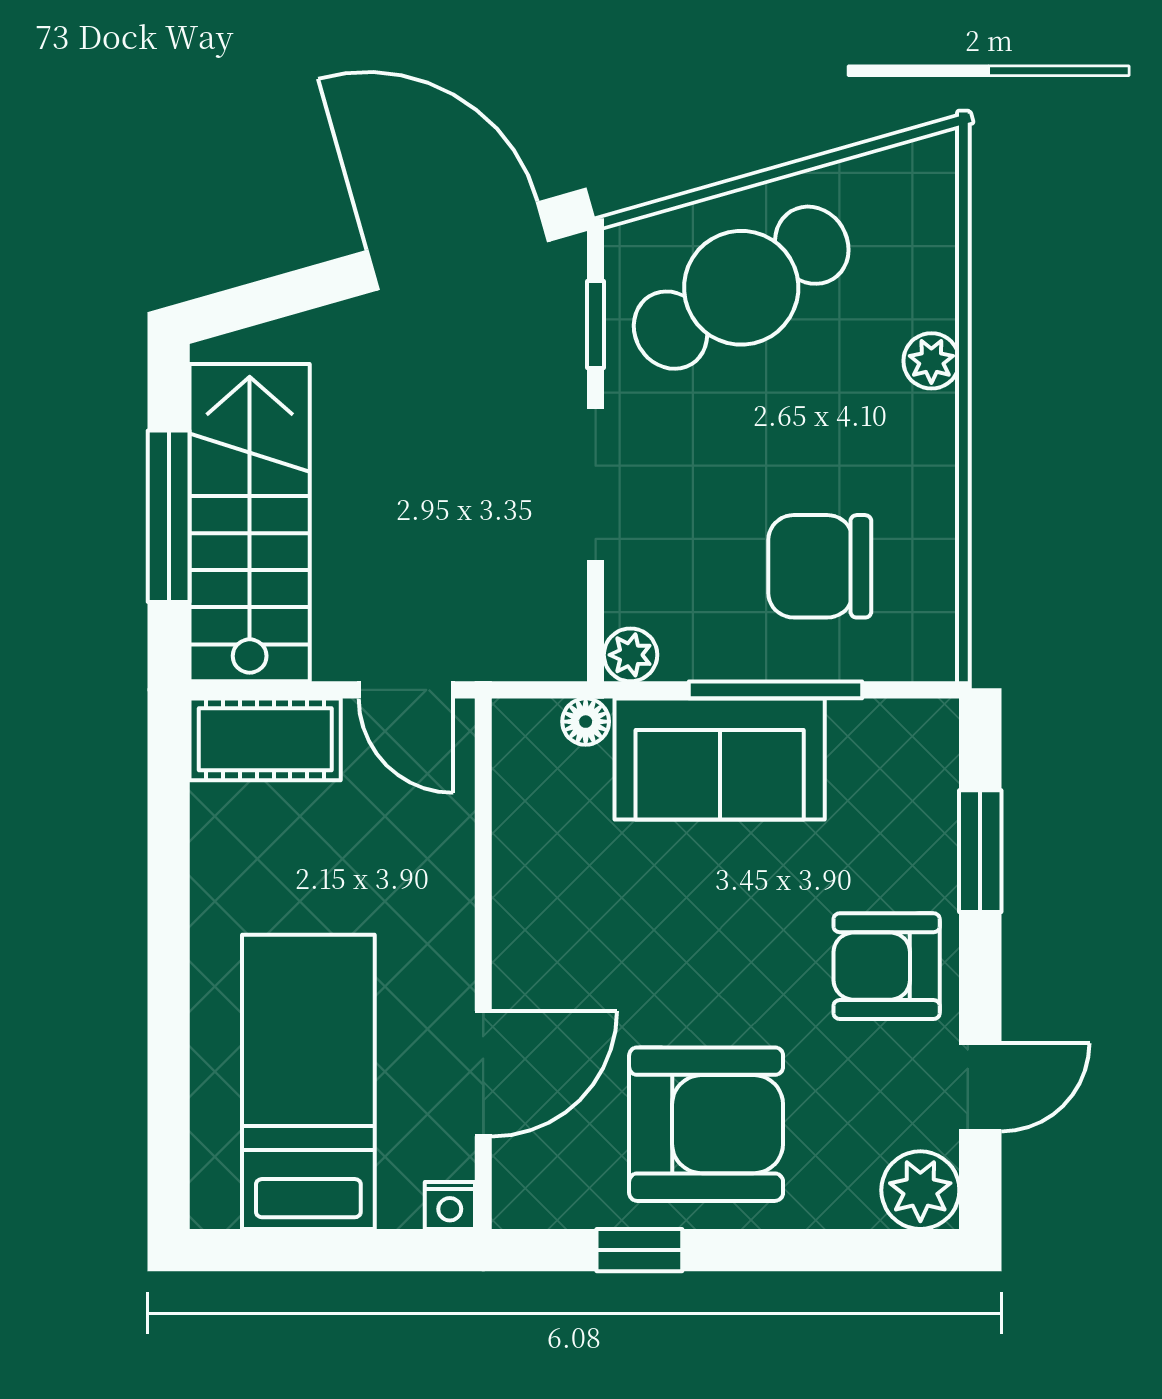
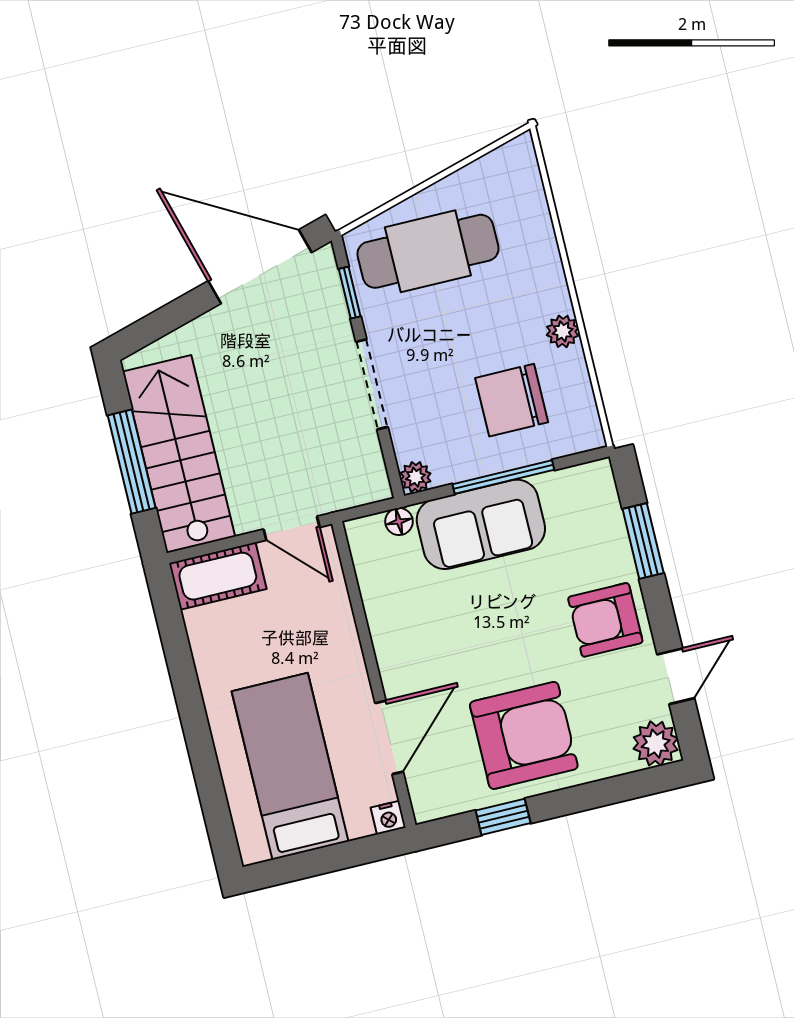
cafe table: (741, 288) -> (428, 251), turned 31
plant: (931, 361) -> (563, 331), moved

